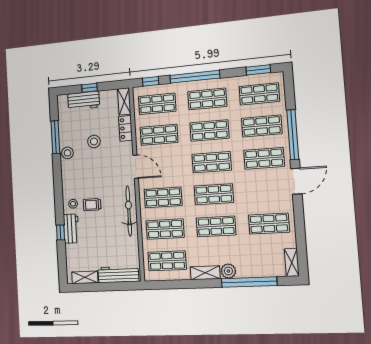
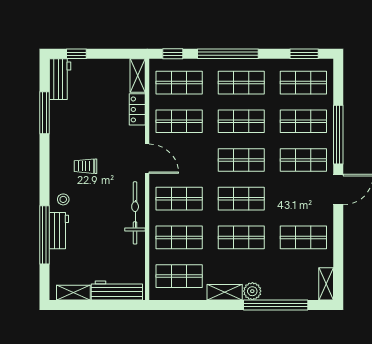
window: (90, 88) -> (76, 54), moved
workbench: (84, 101) -> (60, 79), moved, turned -90
stool: (94, 141) -> (95, 123), removed
stool: (67, 153) -> (59, 134), removed
trolley: (92, 205) -> (86, 166), moved
window: (61, 232) -> (44, 235), width x3.17

